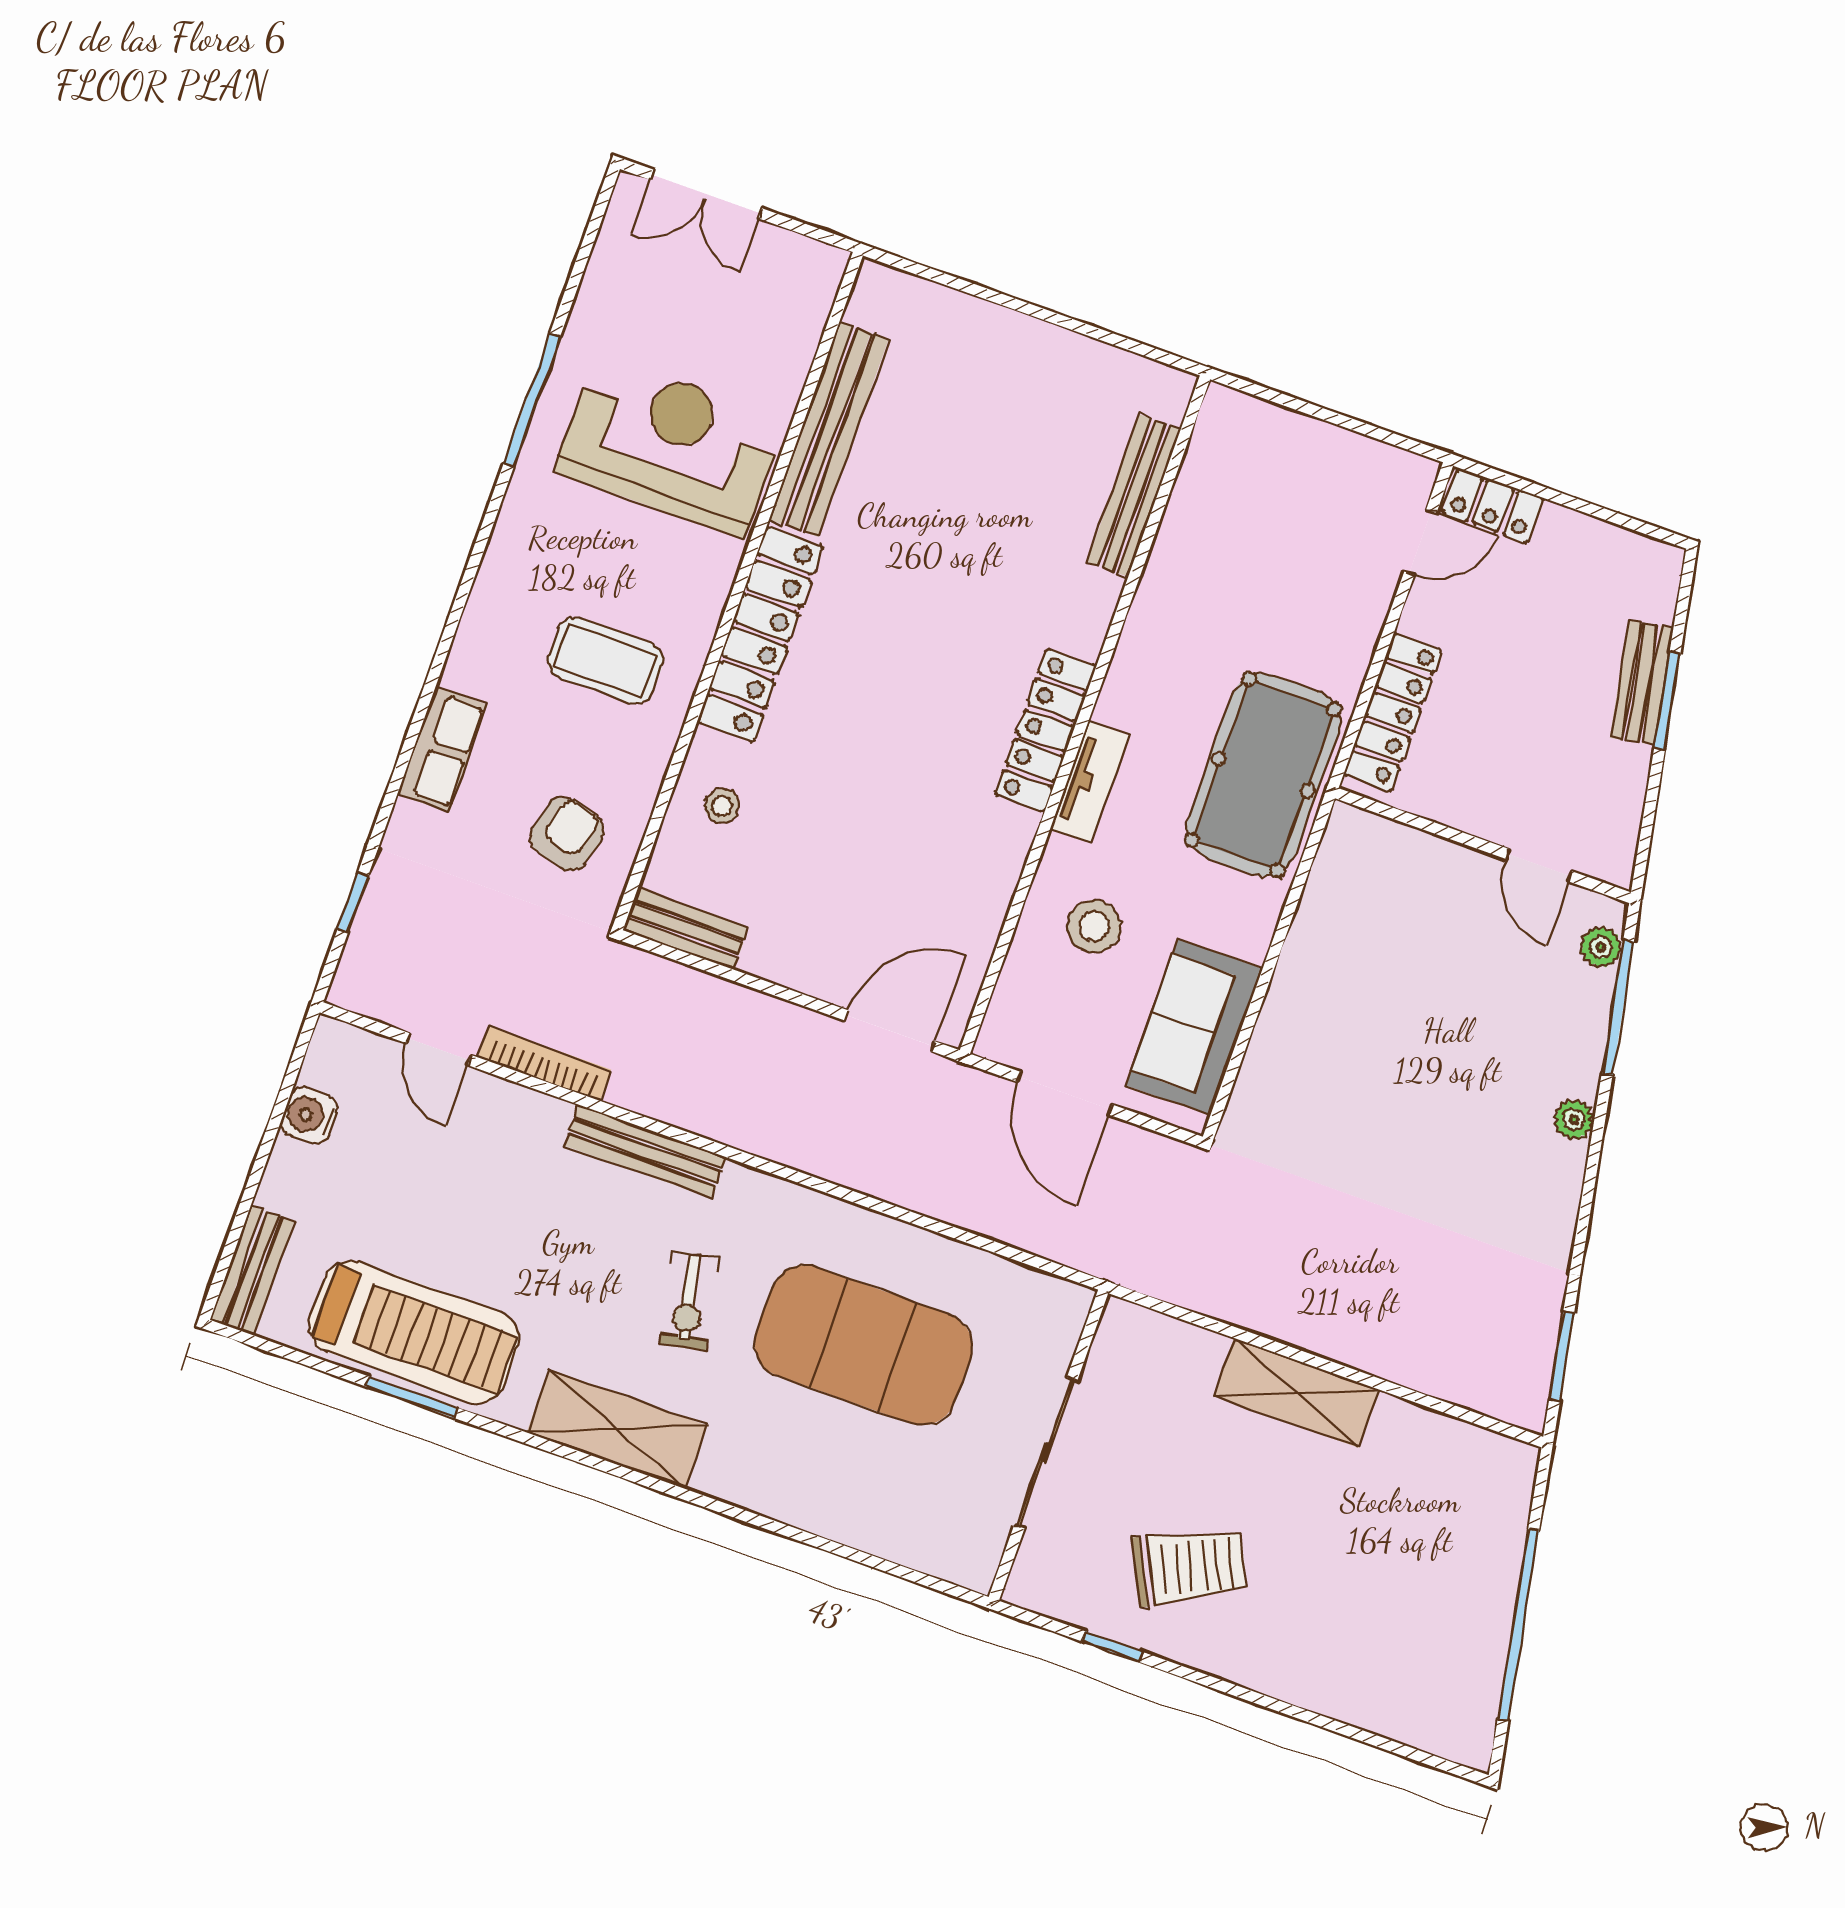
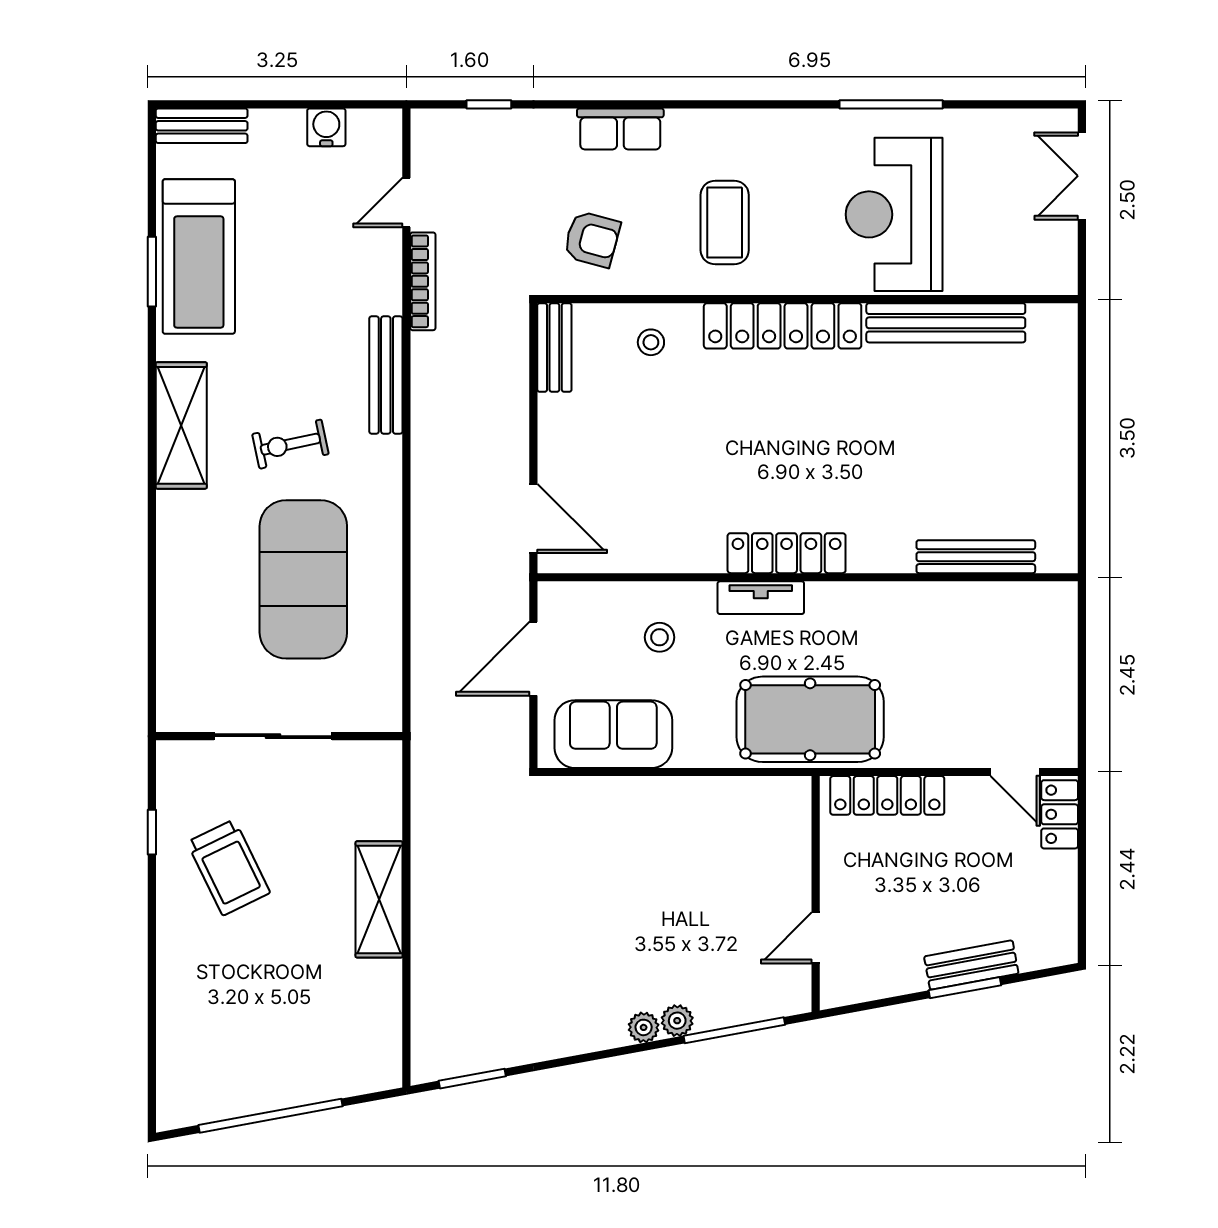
reception desk: (670, 446) -> (894, 214), turned 180
stool: (1094, 926) -> (660, 637), width x0.73, depth x0.73
plant: (1601, 947) -> (677, 1021), moved

